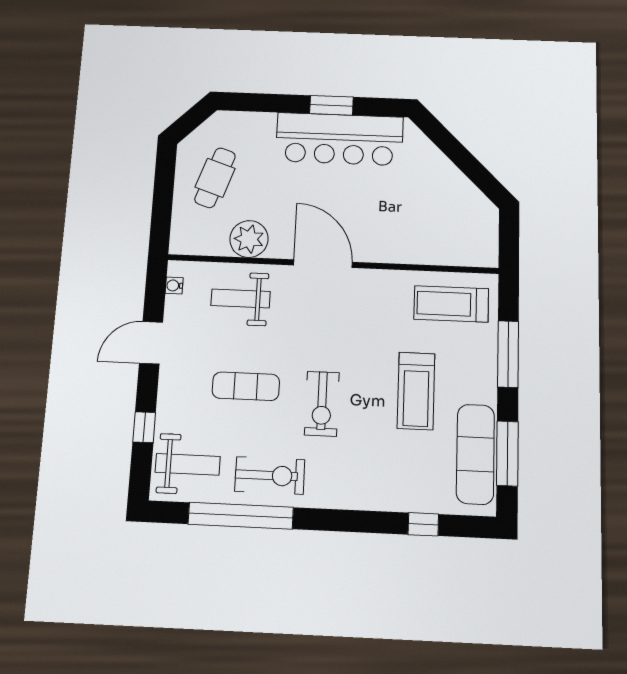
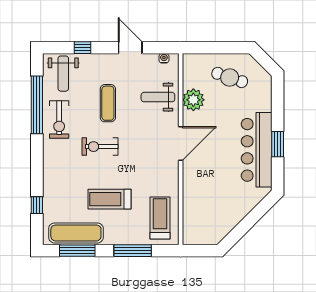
weight bench: (241, 299) -> (158, 97), turned -90

